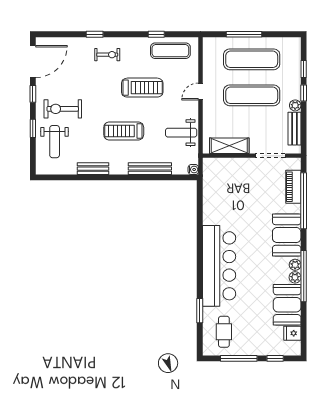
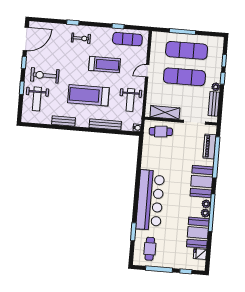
treadmill: (124, 131) -> (88, 95), width x1.37, depth x1.38
weight bench: (181, 133) -> (130, 100), turned -90
cafe table: (226, 172) -> (161, 132), added

